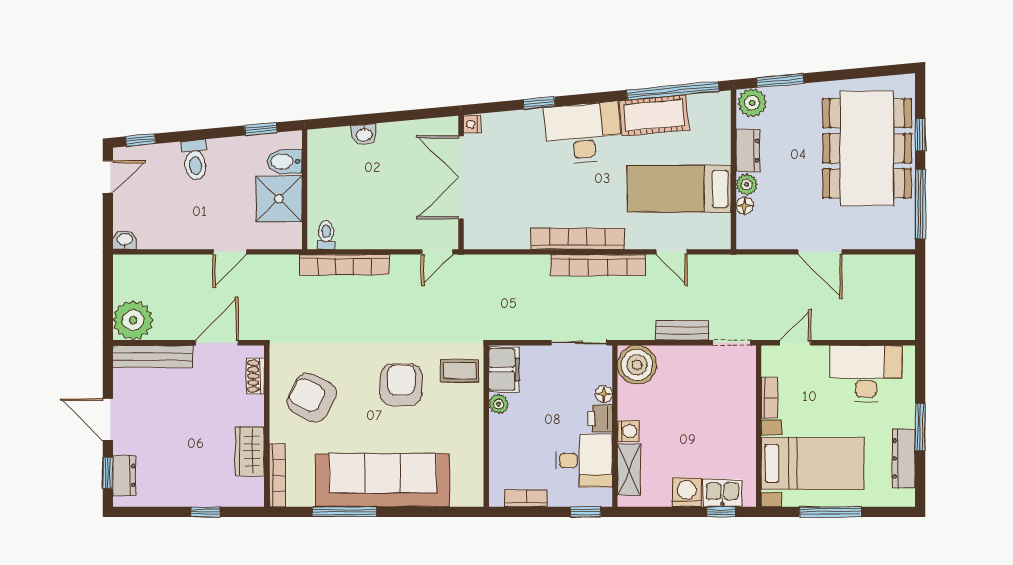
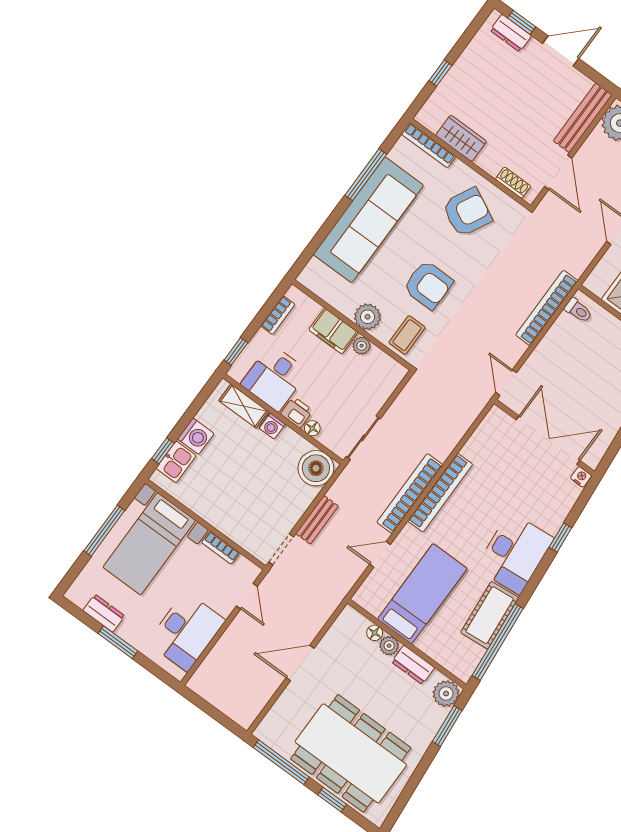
filing cabinet: (504, 369) -> (333, 331), moved
plant: (469, 418) -> (367, 317), added
dresser: (904, 458) -> (104, 613), width x0.70

